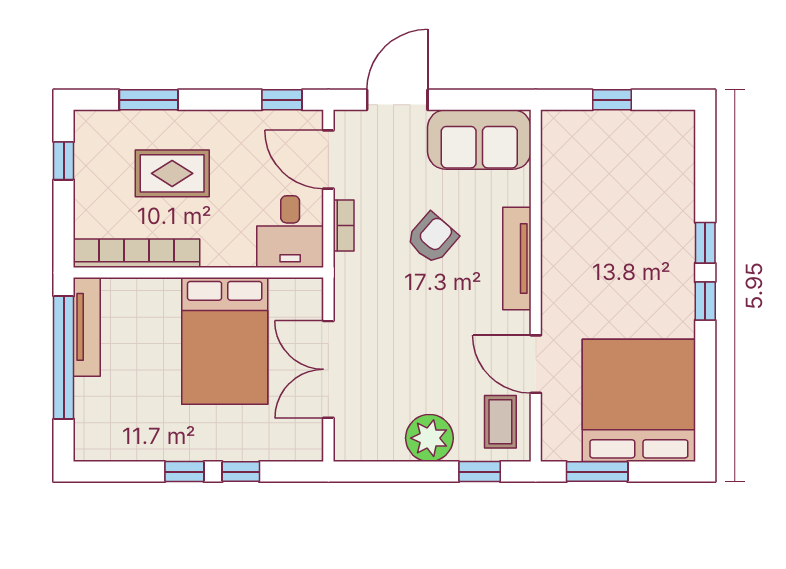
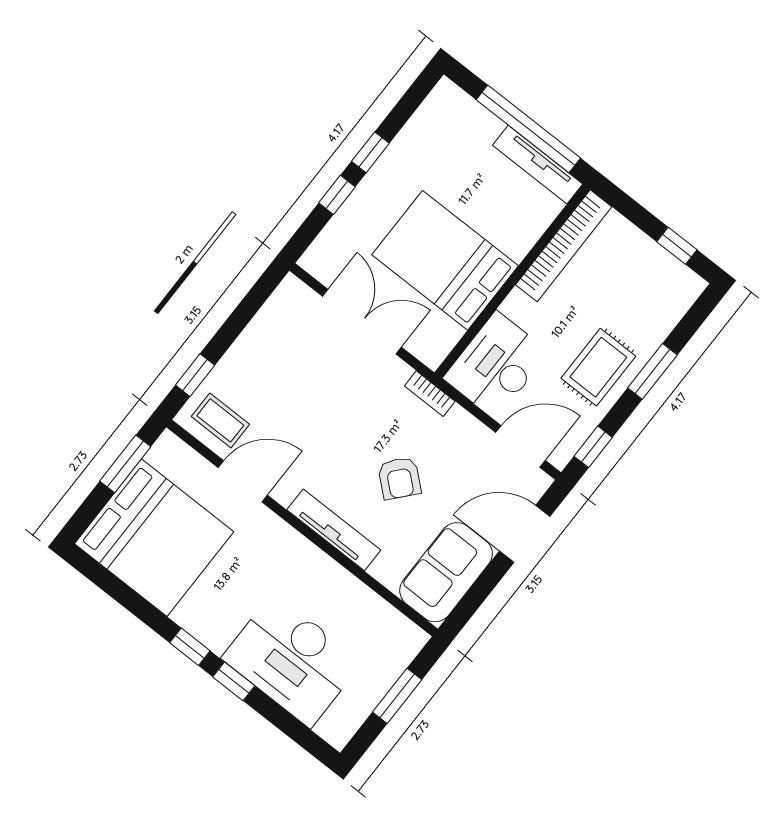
window: (149, 100) -> (652, 371), moved
door: (397, 100) -> (525, 534), swing flipped
window: (612, 100) -> (397, 696), width x1.50
rug: (172, 173) -> (598, 367), moved
desk: (651, 209) -> (292, 660), added
bookcase: (344, 225) -> (430, 394), moved
desk: (290, 232) -> (496, 365), width x1.37
plant: (429, 438) -> (250, 357), removed

